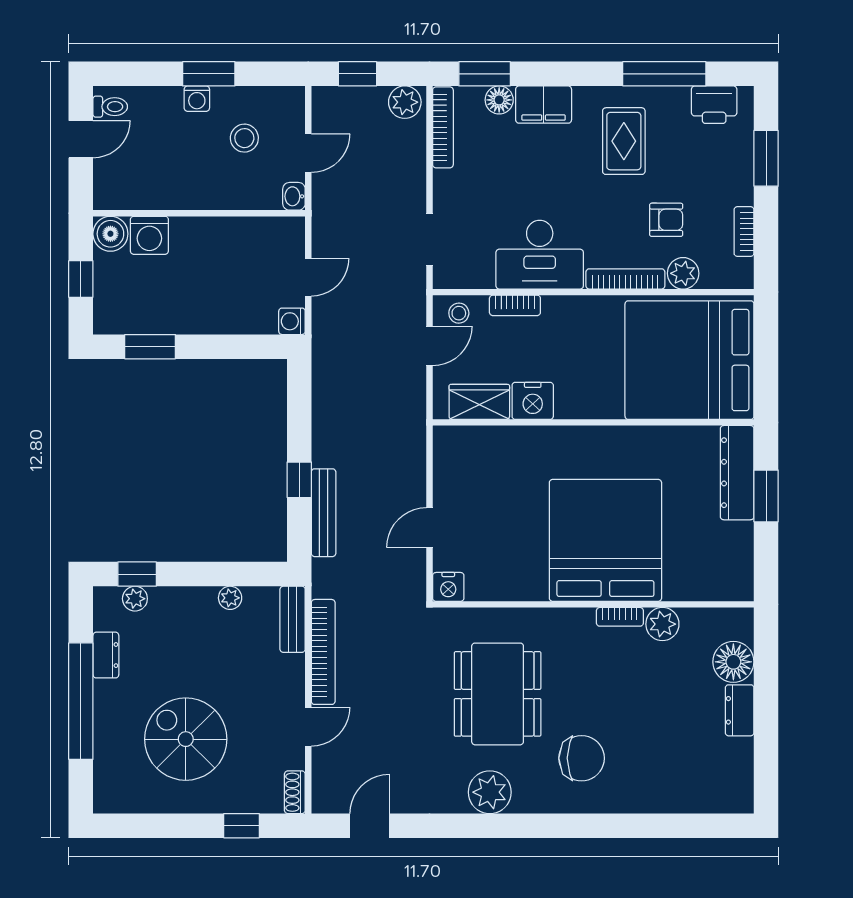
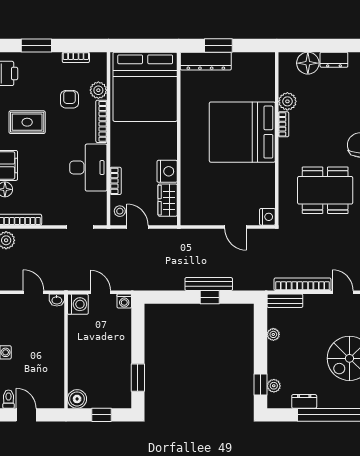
stool: (244, 138) -> (25, 327), removed
washing machine: (149, 235) -> (78, 304), moved
bench: (324, 513) -> (209, 284), moved

